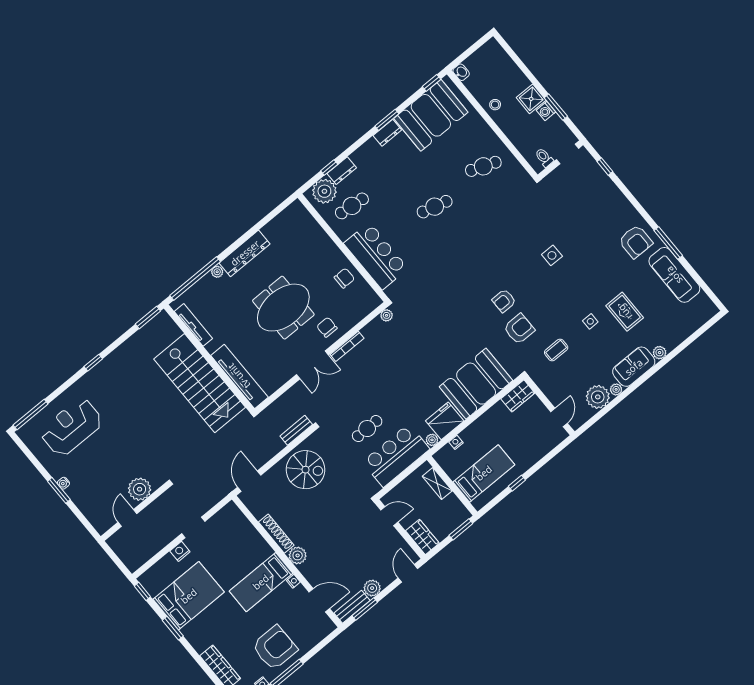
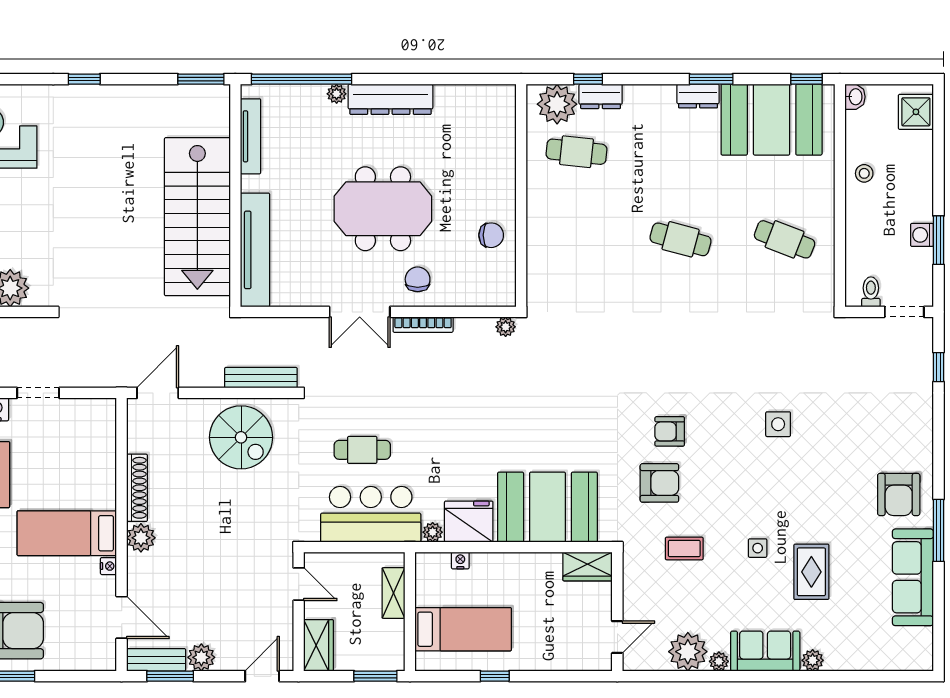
shower: (531, 99) -> (916, 112), moved
bar counter: (376, 256) -> (554, 240), removed
bench: (296, 430) -> (261, 378), width x1.36

